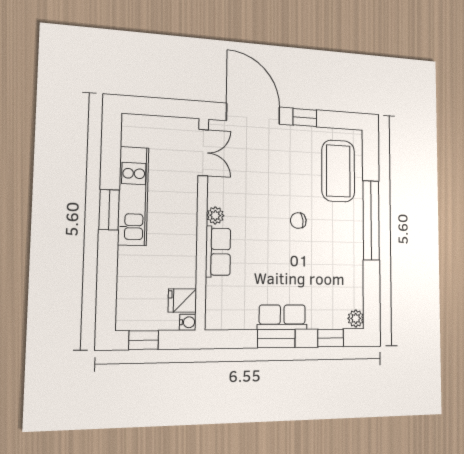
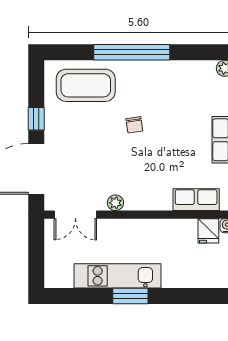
double door: (203, 153) -> (75, 215), swing flipped
plant: (215, 215) -> (115, 203), moved
row of seats: (218, 252) -> (196, 200), moved

